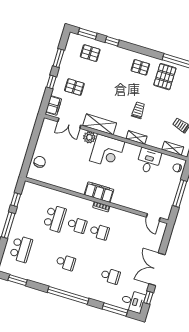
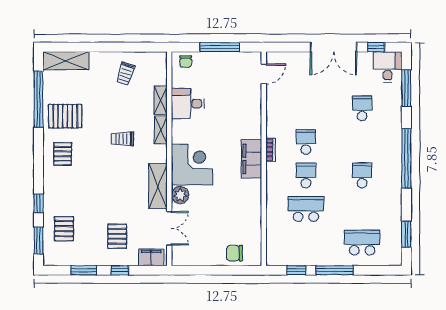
shelving: (173, 148) -> (161, 100), moved

